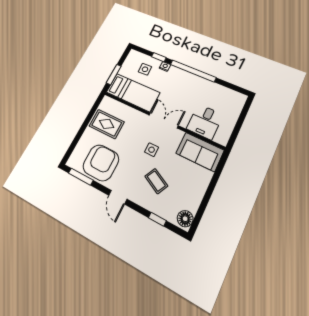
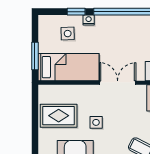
side table: (152, 150) -> (96, 122), moved

